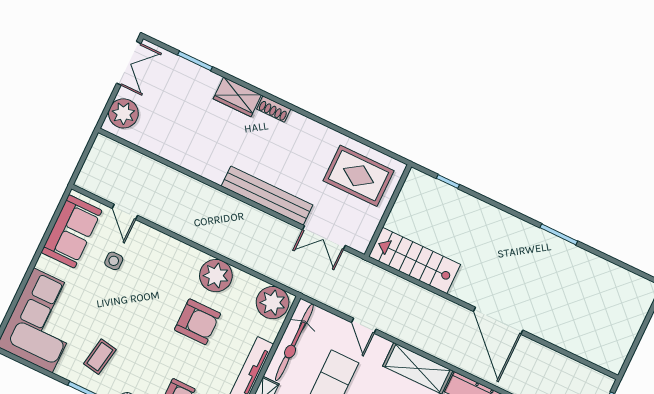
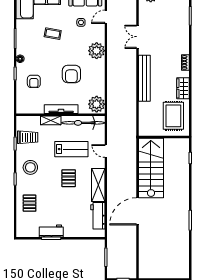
wardrobe: (237, 97) -> (183, 88), moved
double door: (324, 238) -> (137, 37), moved
stairs: (414, 260) -> (151, 168), width x1.36, depth x1.51
plant: (216, 276) -> (97, 51), moved
door: (364, 326) -> (106, 151), hinge flipped
coffee table: (100, 357) -> (53, 34), moved

